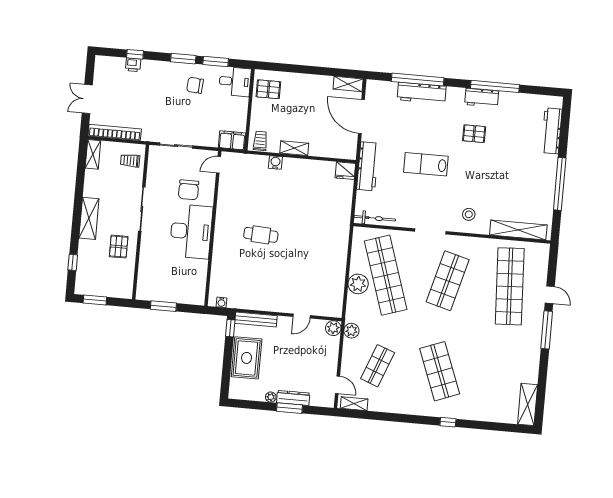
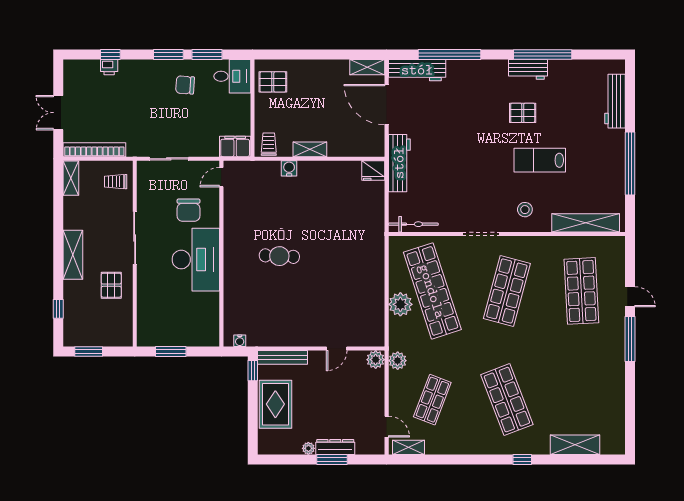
workbench: (422, 93) -> (417, 70), moved
lab bench: (426, 164) -> (540, 160), moved
shop shelf: (510, 286) -> (581, 291), width x0.71
shelving: (528, 404) -> (575, 445), moved, turned 90

